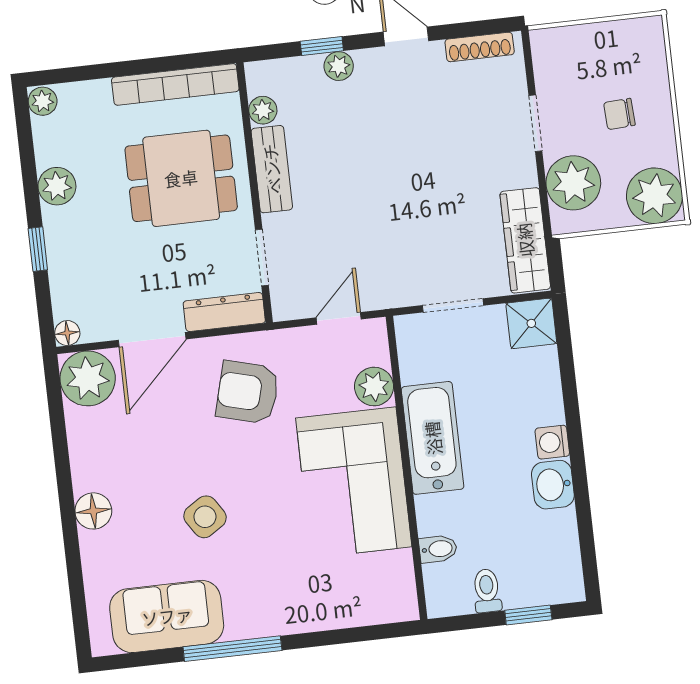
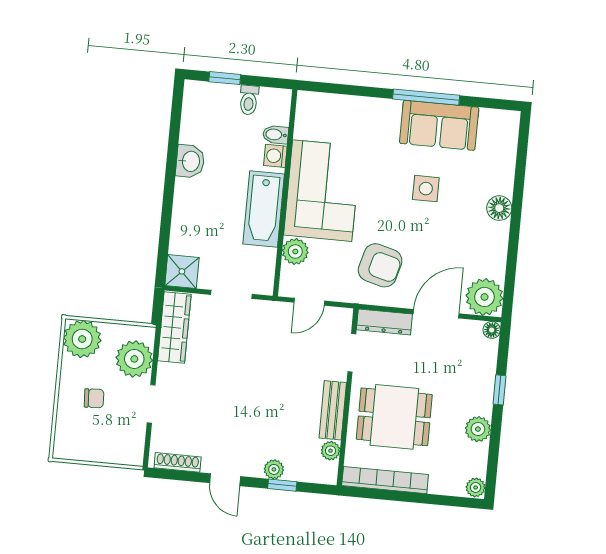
washing machine: (552, 442) -> (275, 156), moved, turned 180
side table: (205, 517) -> (426, 189), turned 33
sofa: (167, 616) -> (439, 125), moved

